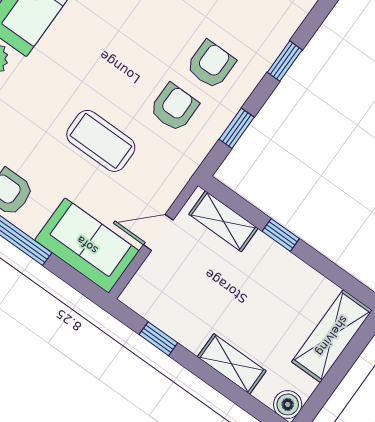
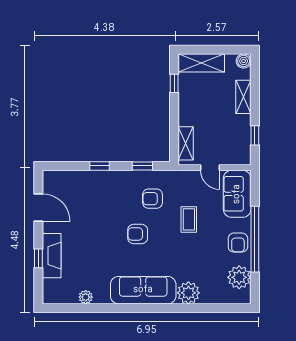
armchair: (211, 65) -> (138, 234), moved
coffee table: (101, 141) -> (189, 219), width x0.73, depth x0.77
window: (281, 235) -> (174, 83), moved

